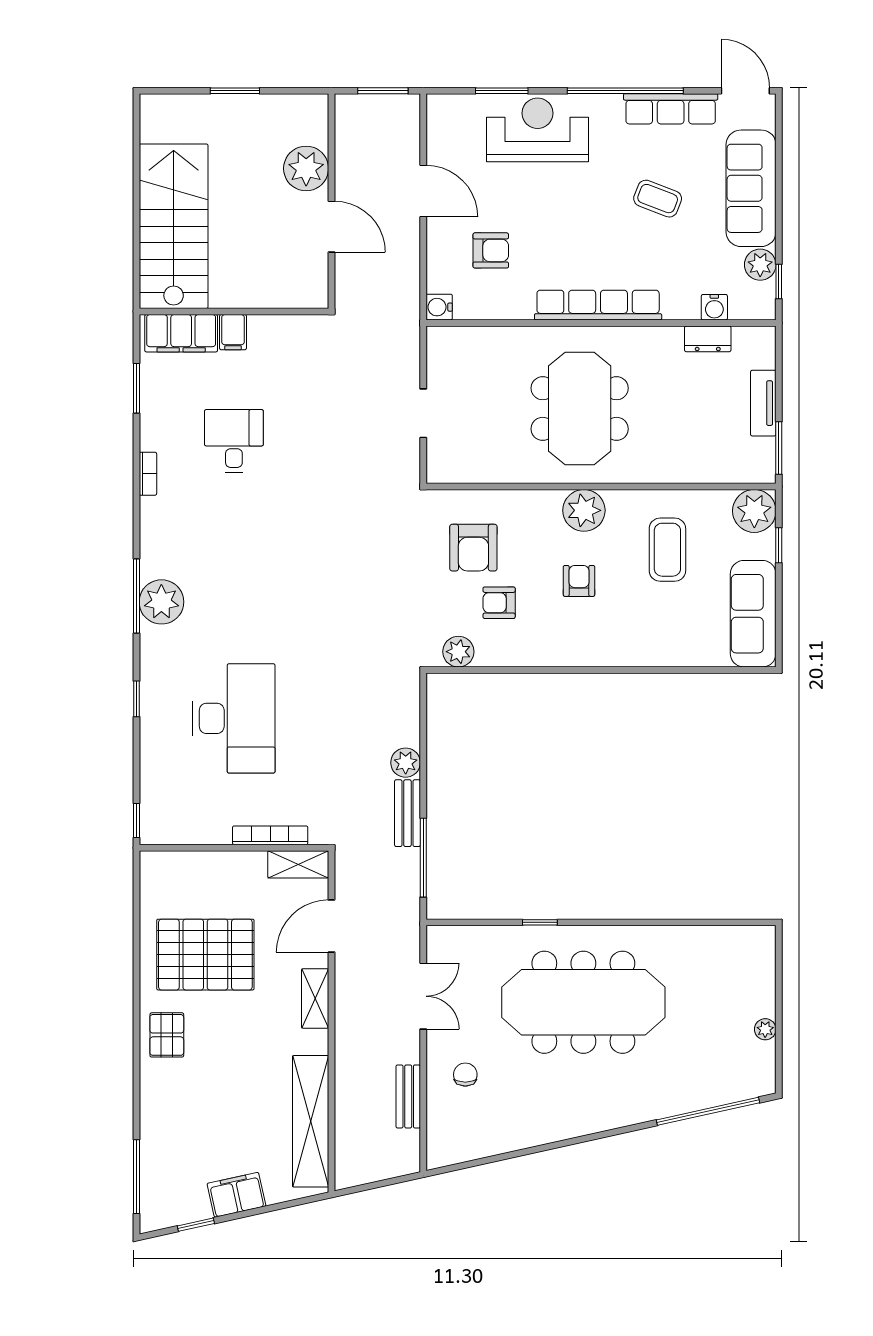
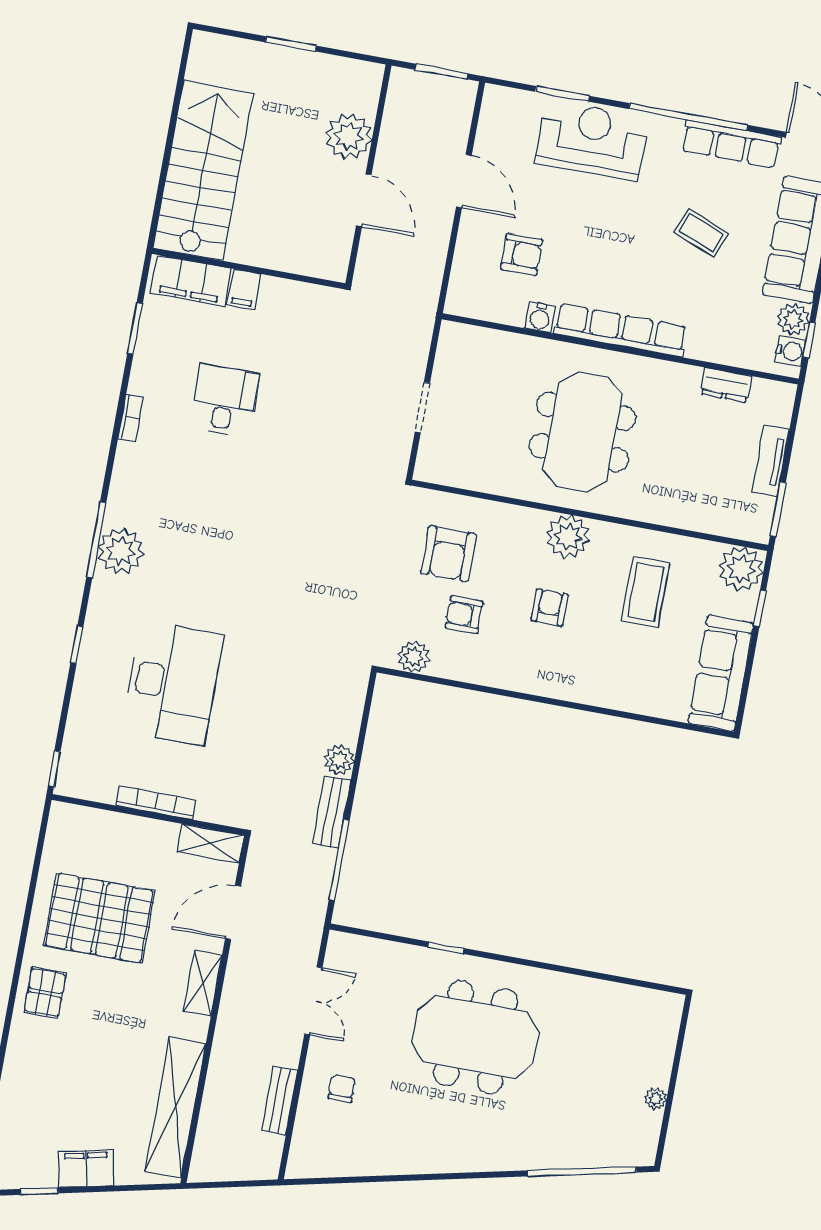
water cooler: (439, 307) -> (540, 317), moved, turned -90
water cooler: (714, 307) -> (790, 351), moved, turned -90
bookcase: (270, 835) -> (156, 803), moved
meeting table: (583, 1002) -> (475, 1037), width x0.73

